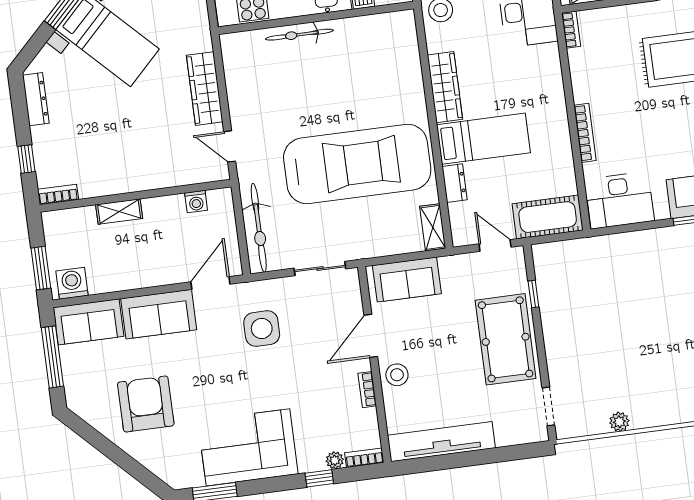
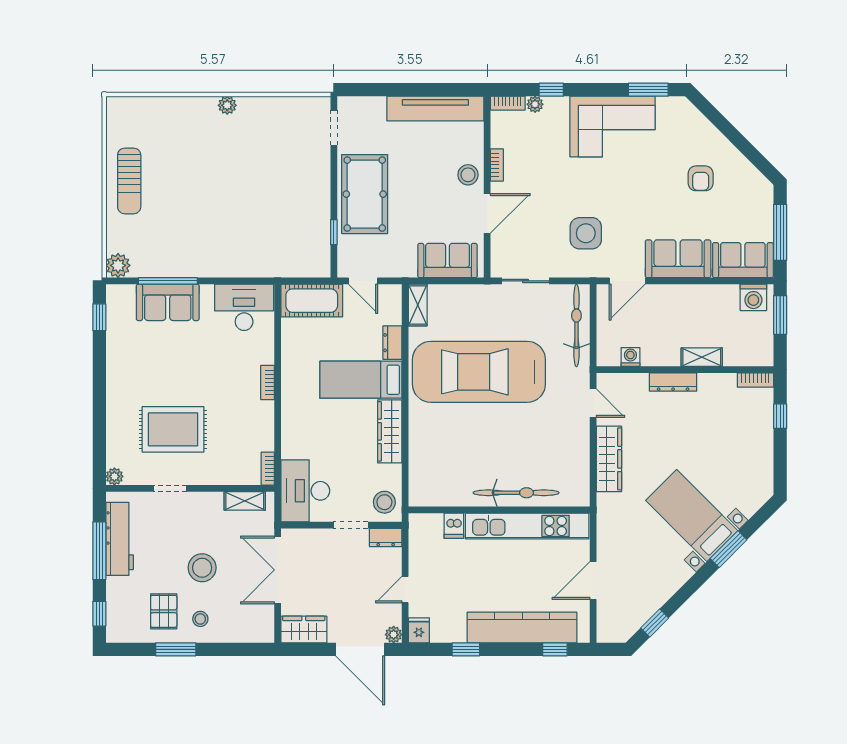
bicycle: (299, 35) -> (516, 493), width x1.37, depth x1.40
dresser: (36, 99) -> (673, 382), moved, turned -90
bookcase: (585, 133) -> (268, 382), width x0.64
armchair: (146, 404) -> (701, 178), width x0.53, depth x0.53
plant: (619, 422) -> (227, 105), moved

